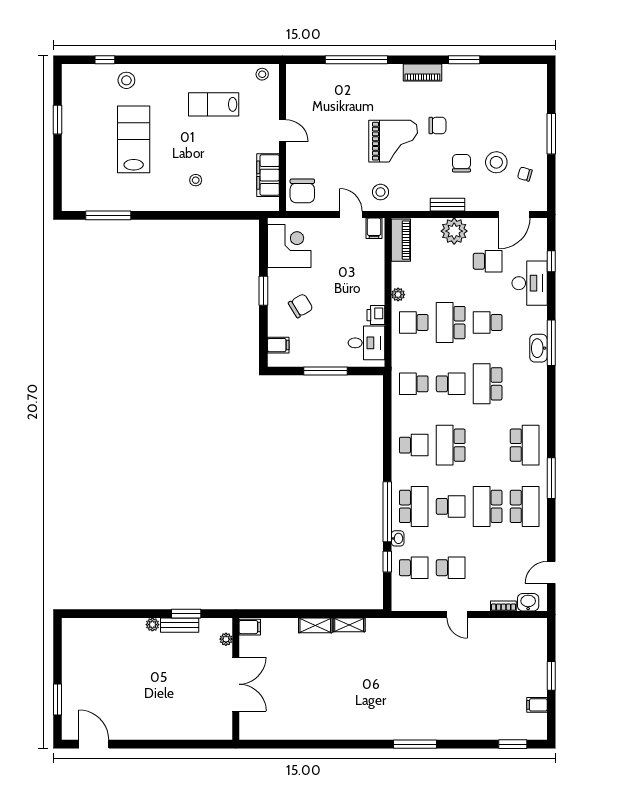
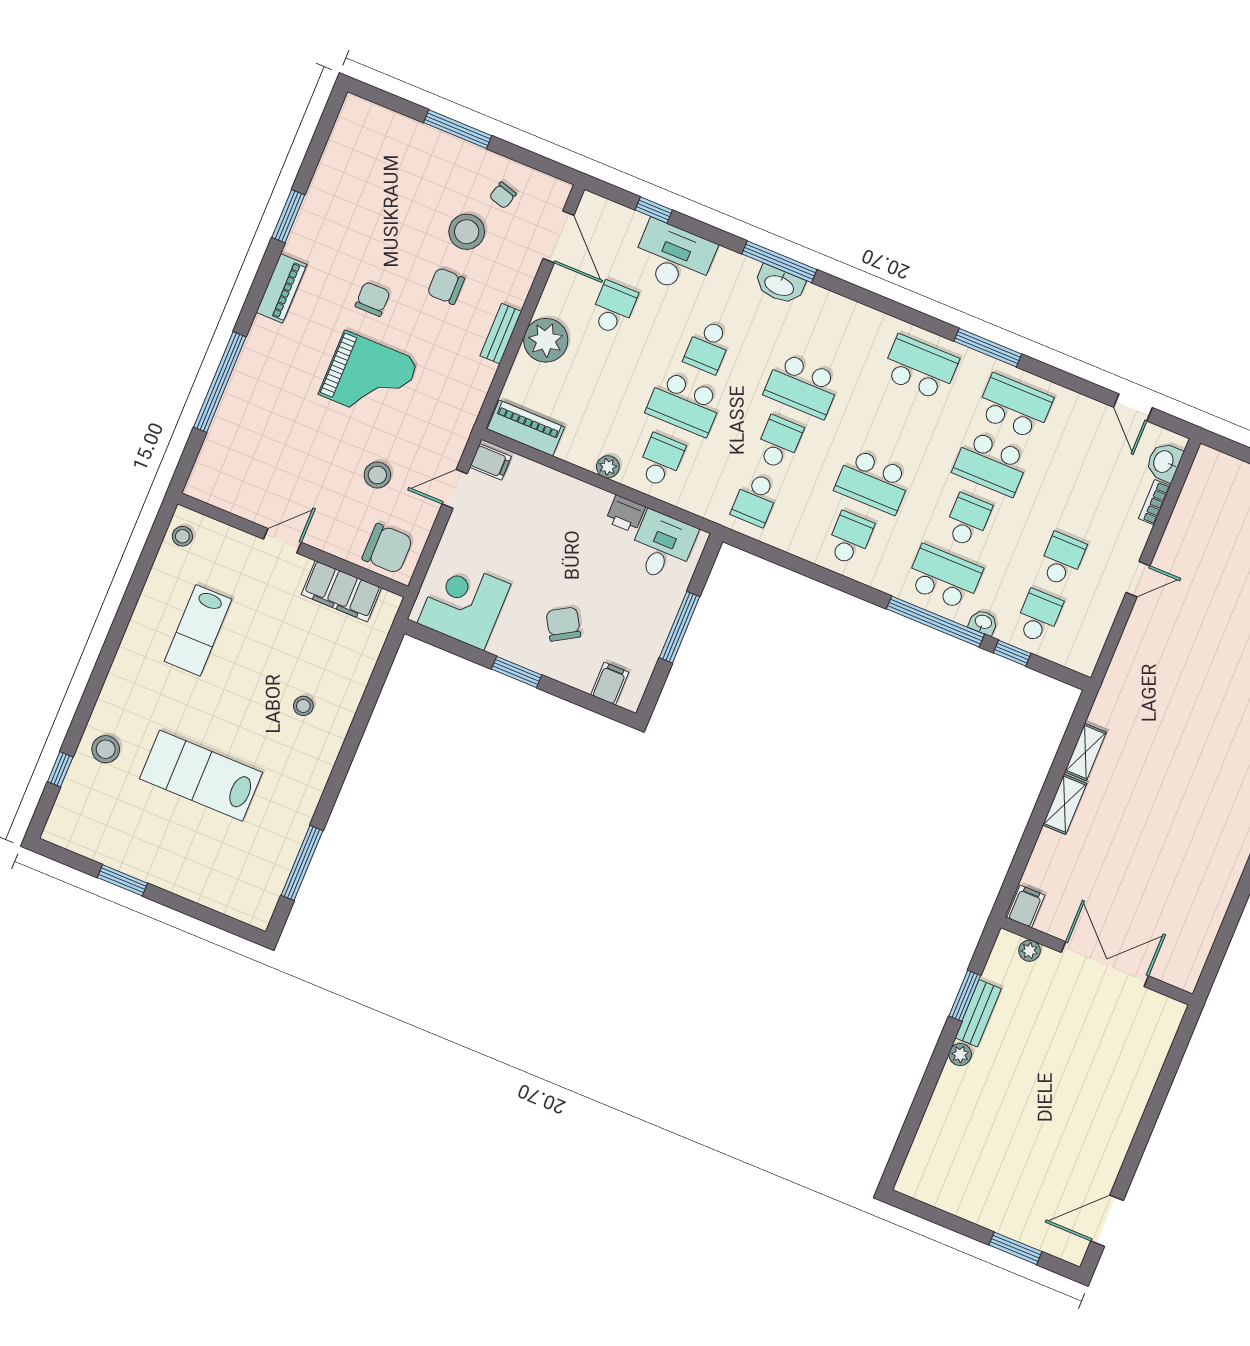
grand piano: (393, 141) -> (369, 377), turned 90
stool: (380, 192) -> (377, 475), moved
school desk: (414, 323) -> (661, 461), turned 180

